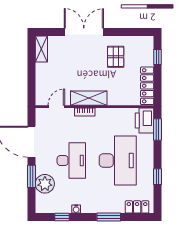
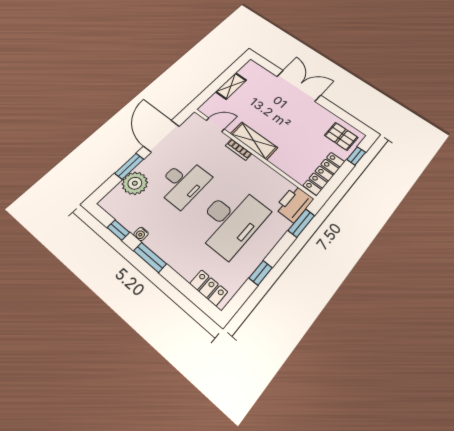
shelving: (41, 49) -> (231, 86), moved
pallet: (116, 57) -> (341, 136), moved, turned 90
window: (109, 217) -> (150, 257), moved

